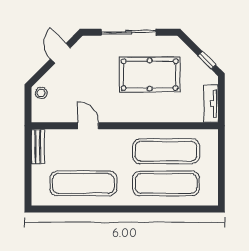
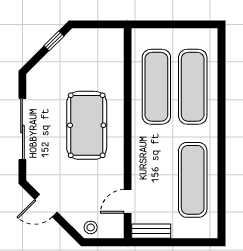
pool table: (150, 75) -> (87, 125), moved
tv unit: (211, 104) -> (103, 36), removed
door: (88, 126) -> (128, 201), moved

